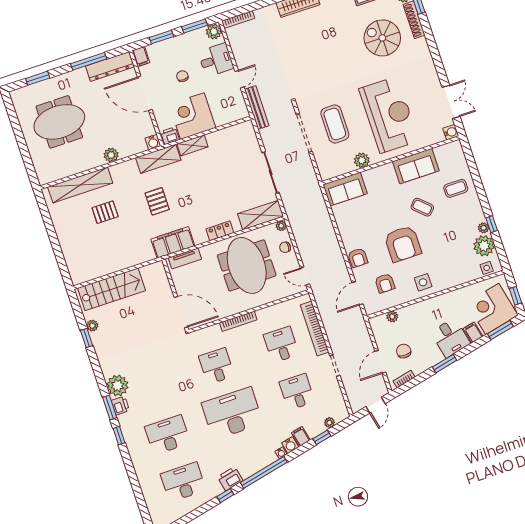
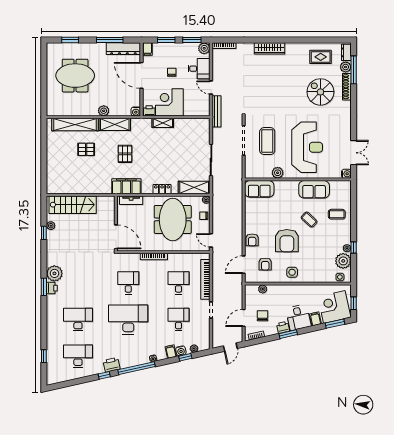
door: (239, 79) -> (211, 88), swing flipped
shelving: (158, 159) -> (115, 124), moved
printer: (435, 357) -> (283, 327), added
window: (119, 436) -> (44, 356), moved
water cooler: (290, 445) -> (181, 351), moved

